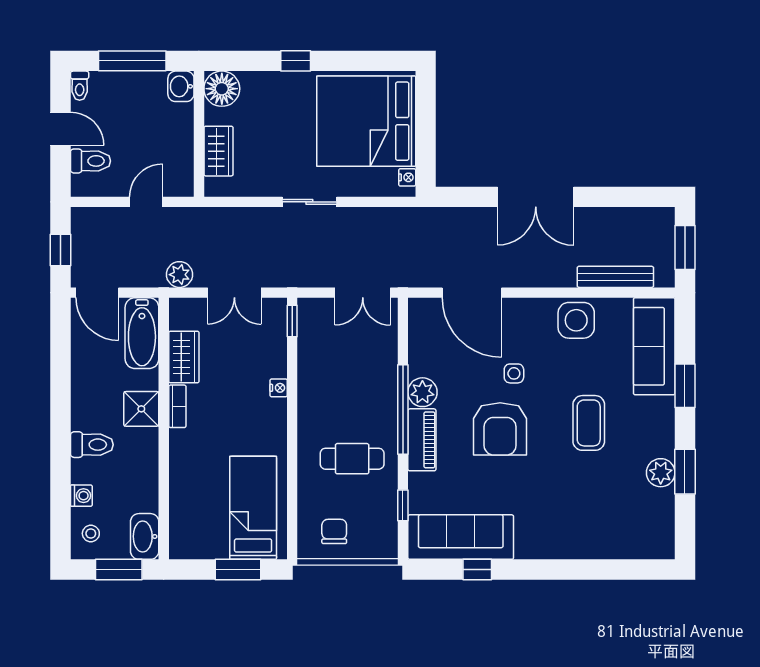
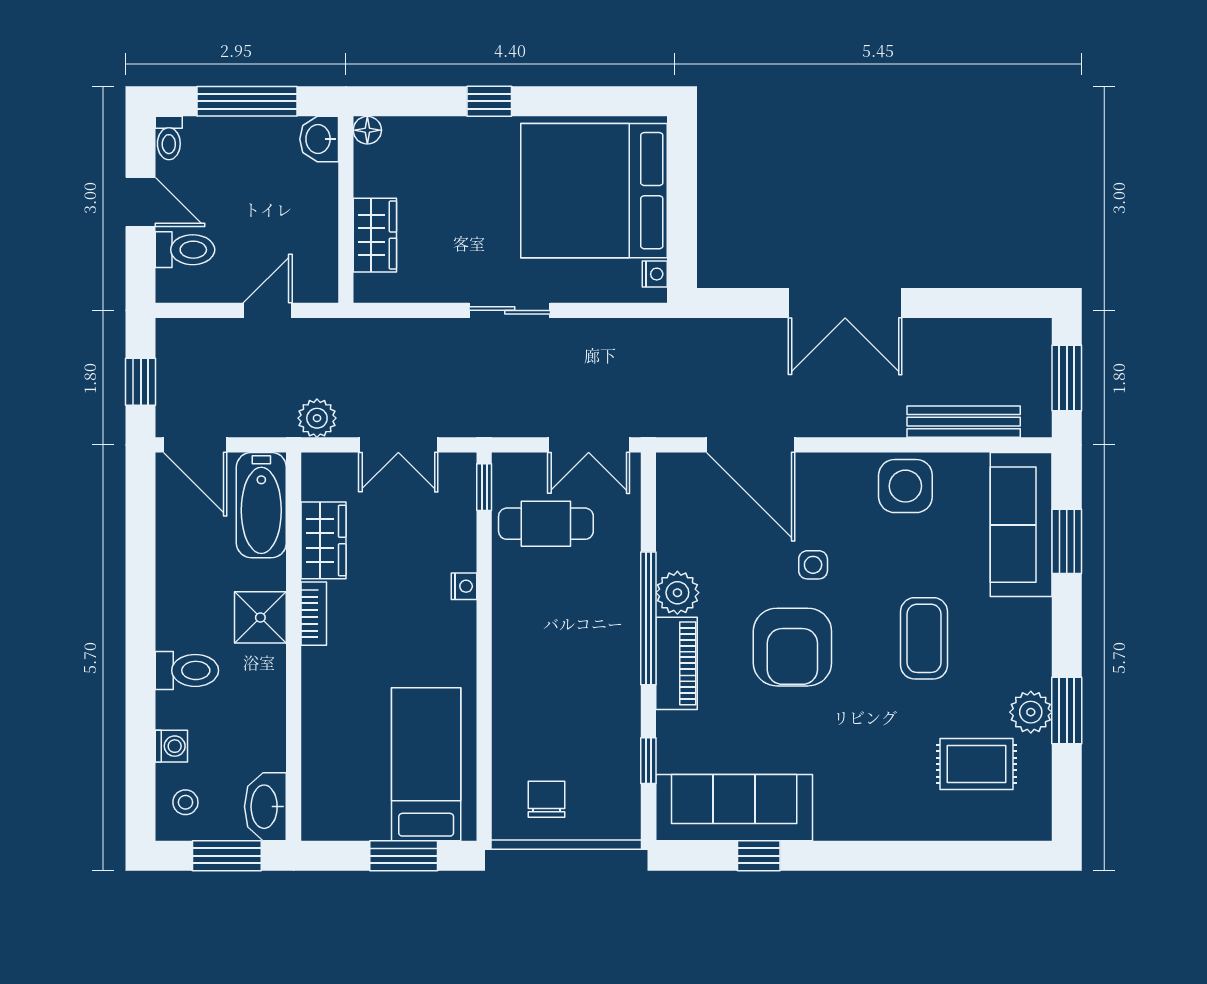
floor lamp: (222, 89) -> (367, 130), width x0.53, depth x0.53
window: (685, 386) -> (1067, 541), moved
cafe table: (352, 459) -> (546, 524), moved
rug: (624, 508) -> (976, 764), added

